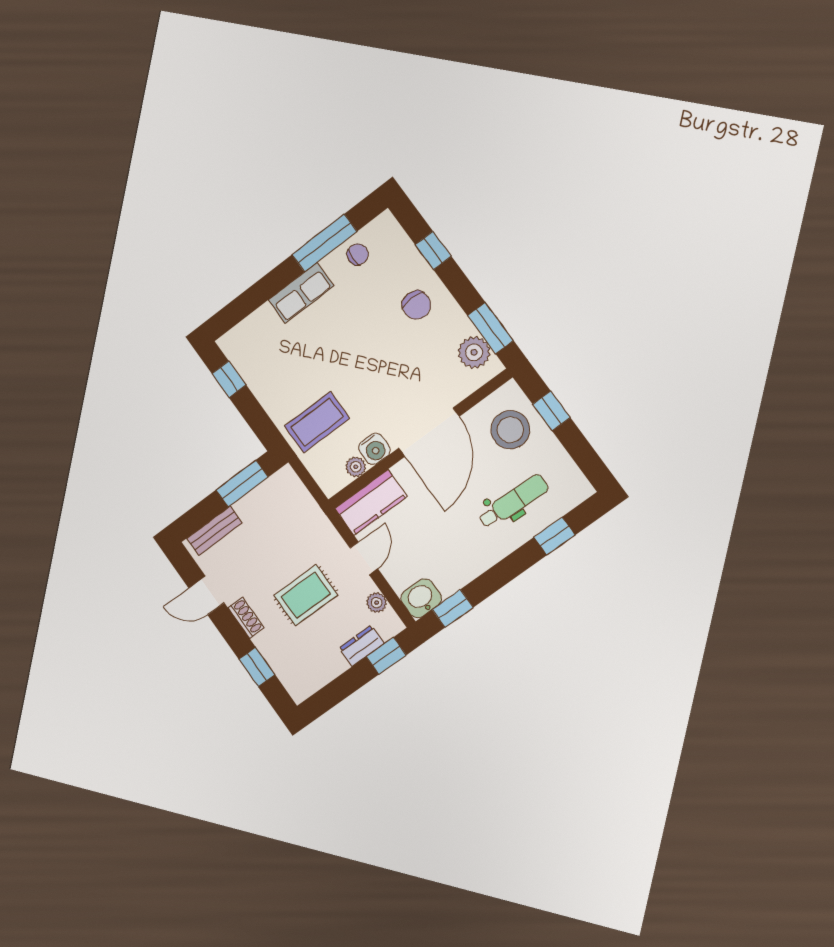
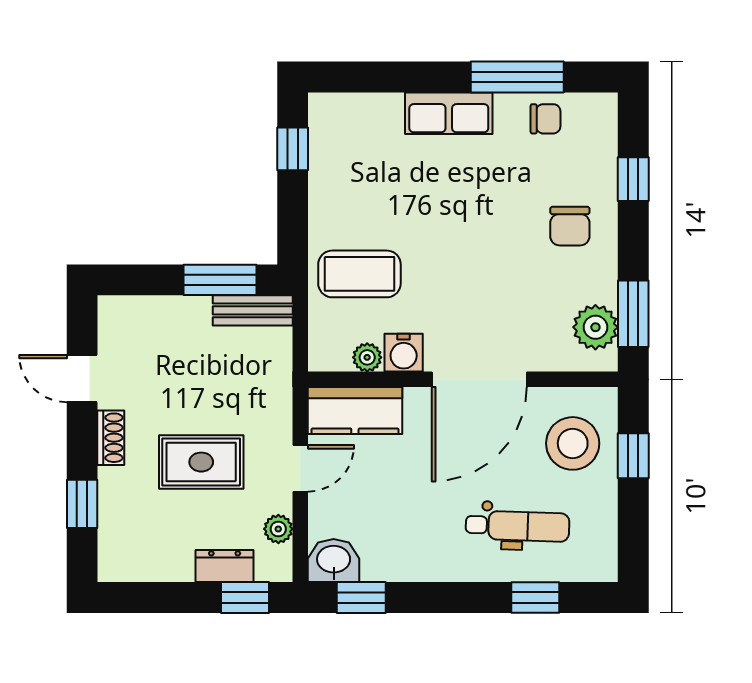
bench: (214, 531) -> (253, 310), moved

